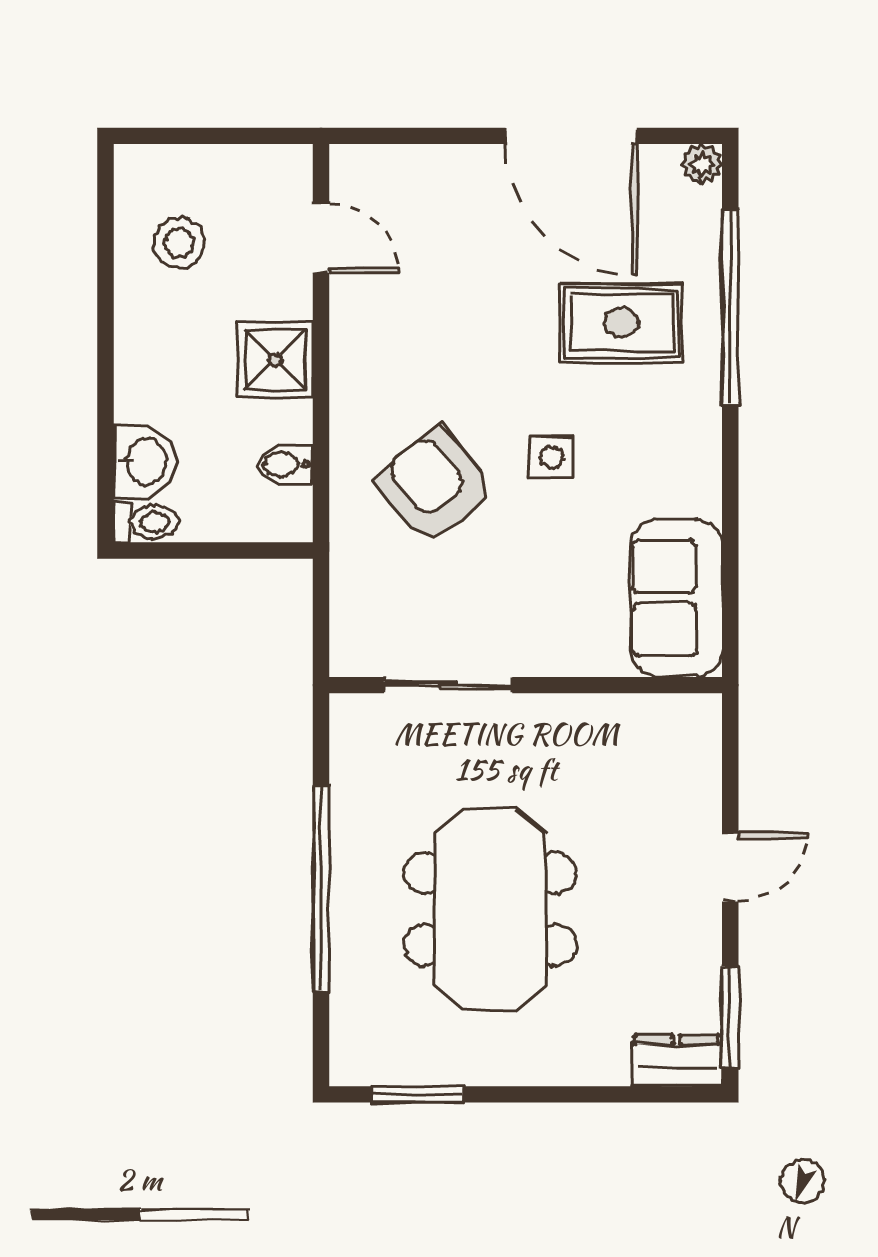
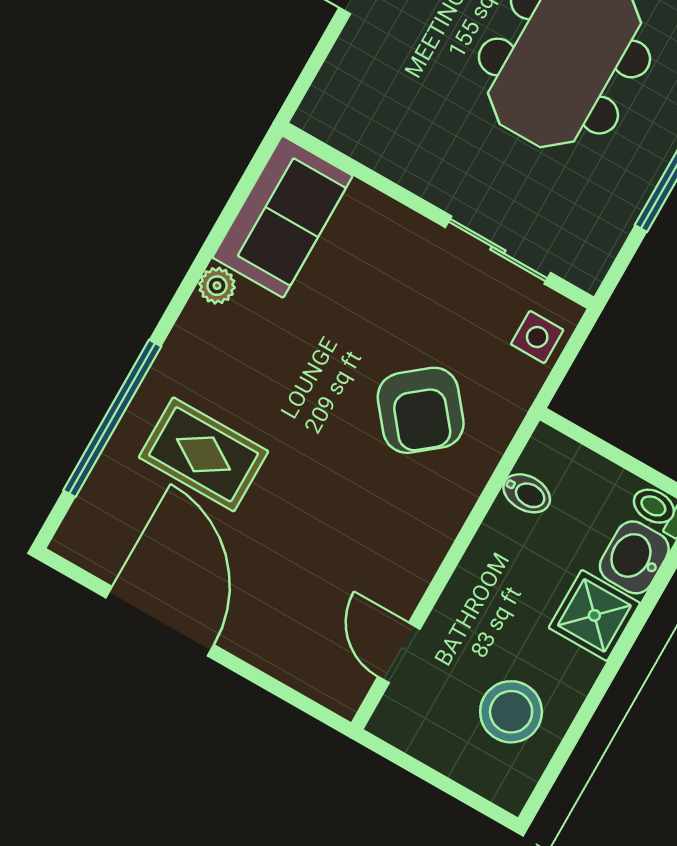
plant: (702, 164) -> (217, 286), moved
stool: (179, 243) -> (511, 712), width x1.38, depth x1.38
shower: (275, 360) -> (594, 615), moved
side table: (551, 457) -> (537, 337), moved

